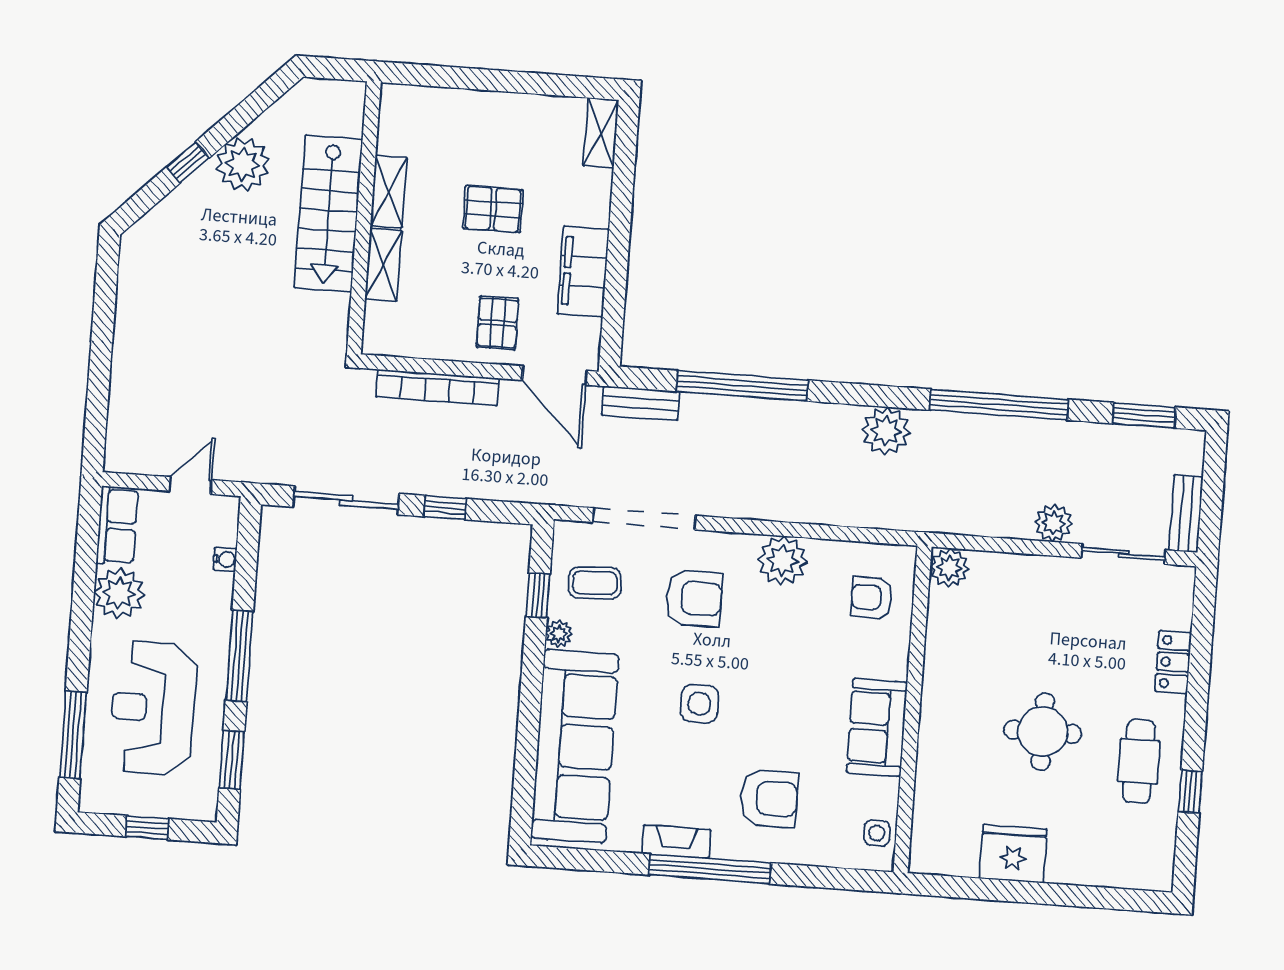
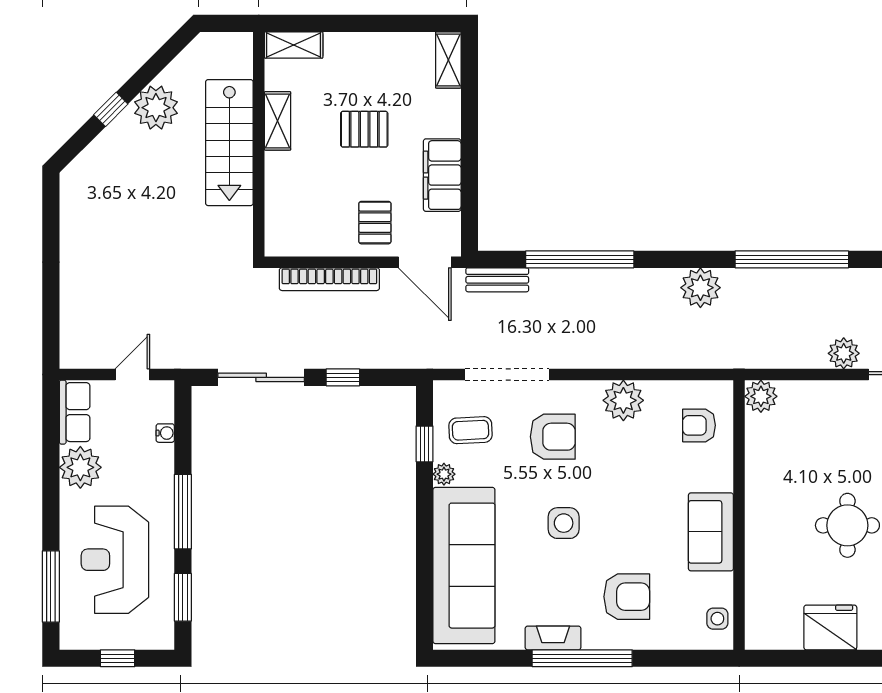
shelving: (383, 265) -> (294, 45), moved, turned 90

